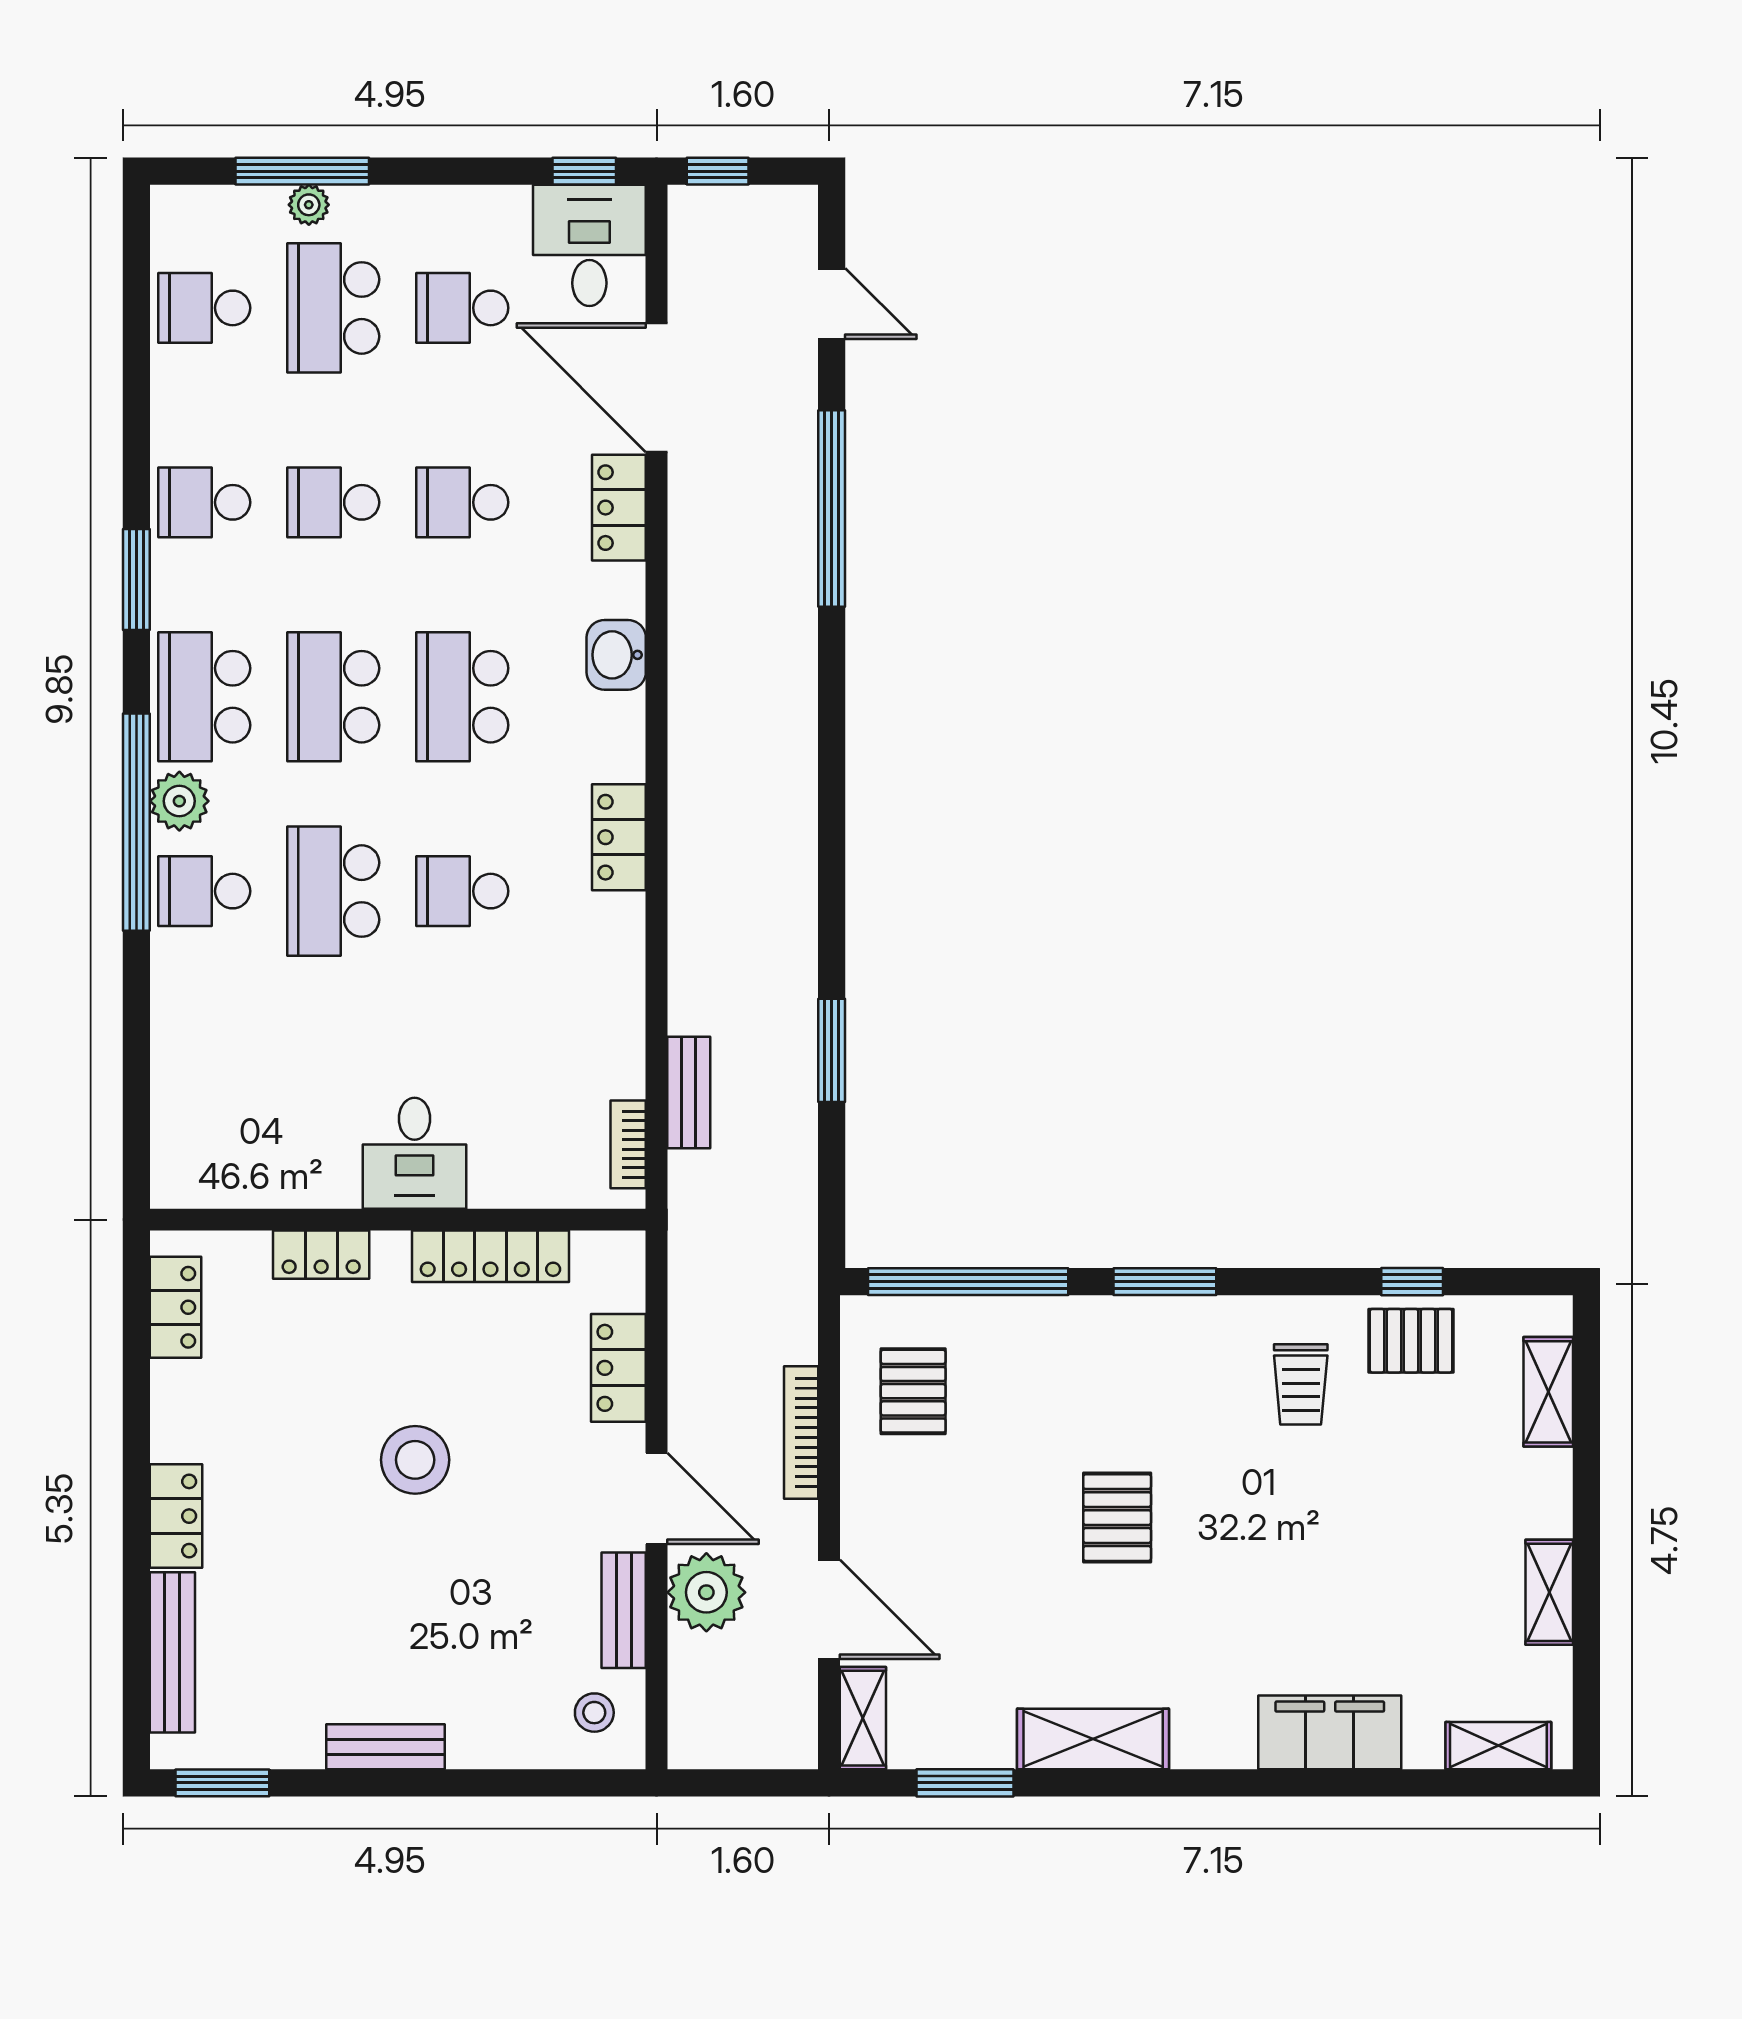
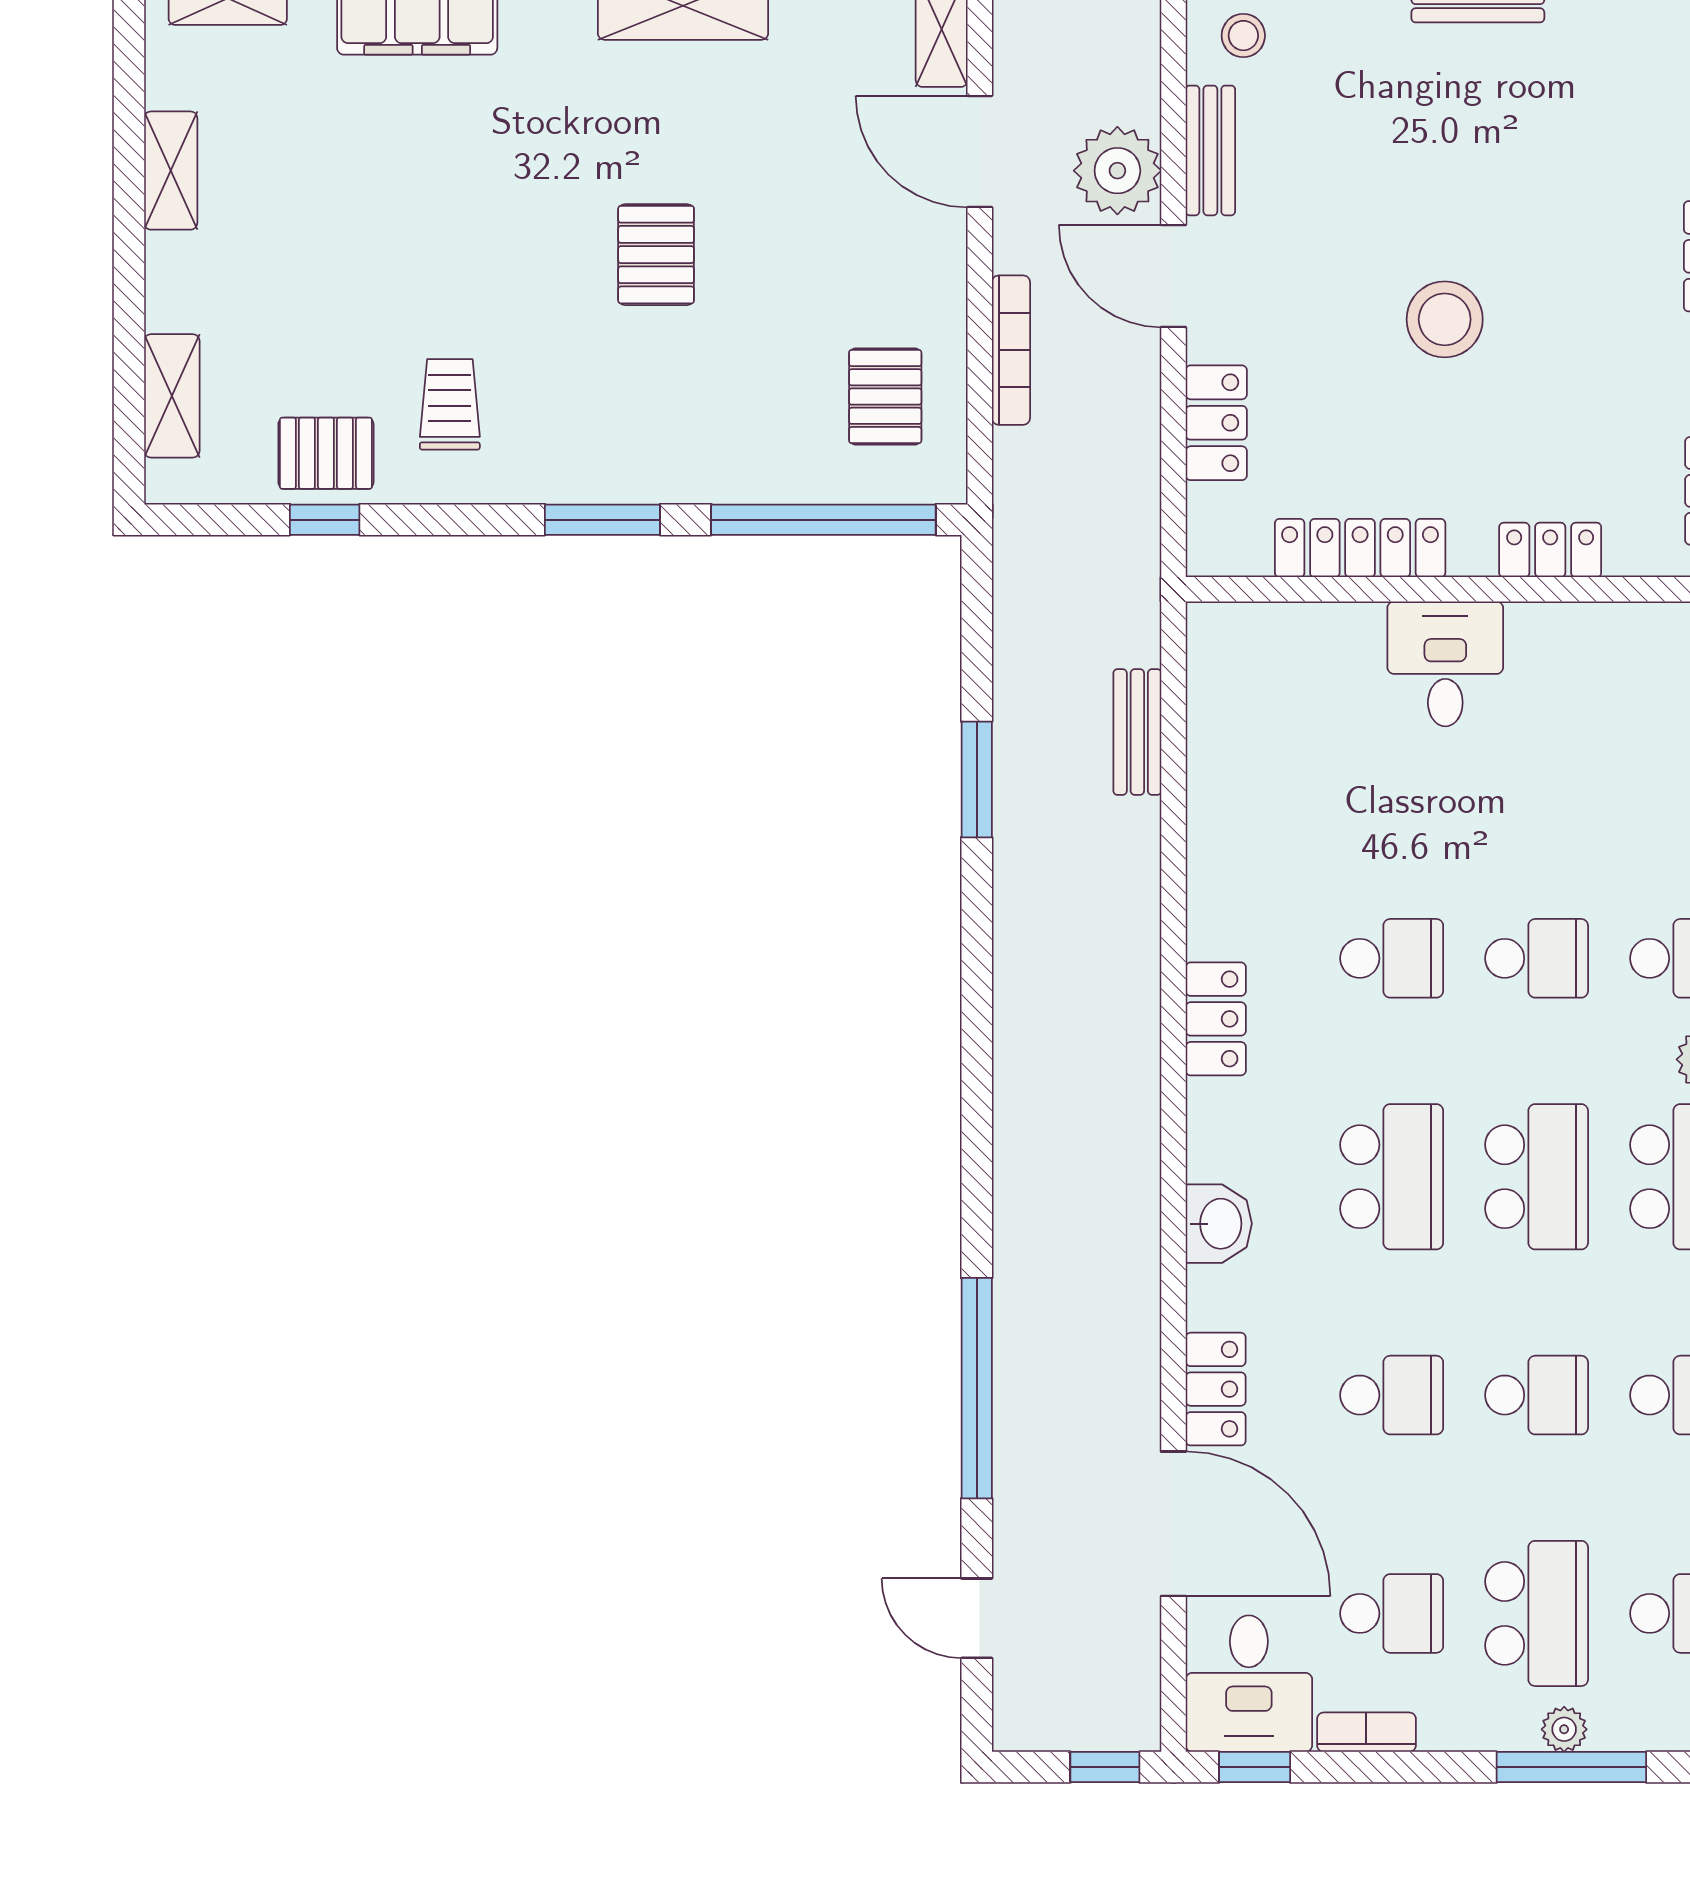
school desk: (333, 891) -> (1537, 958), width x0.54
bookcase: (628, 1144) -> (1366, 1732), moved, turned -90

